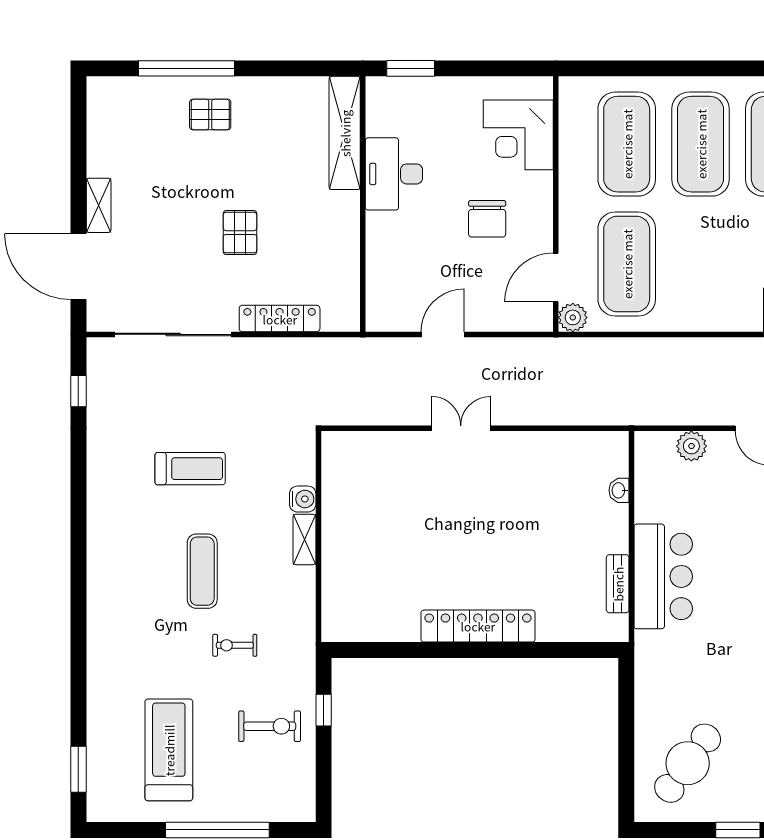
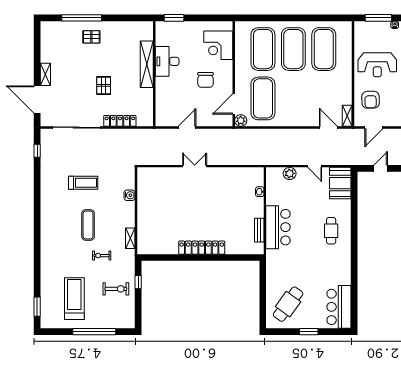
shelving: (345, 133) -> (147, 64), moved
shelving: (304, 539) -> (130, 238), moved

